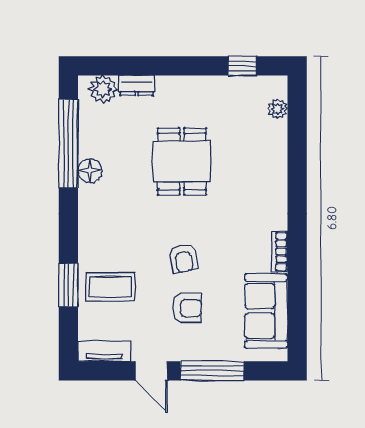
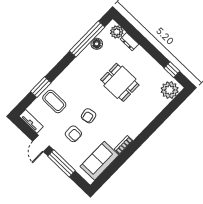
plant: (278, 109) -> (170, 90), width x1.87, depth x1.87
dining table: (182, 161) -> (120, 82), turned 90
floor lamp: (90, 171) -> (97, 44), moved

